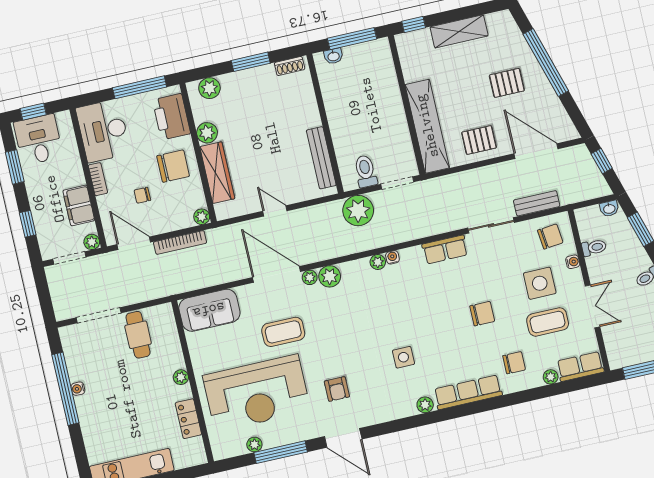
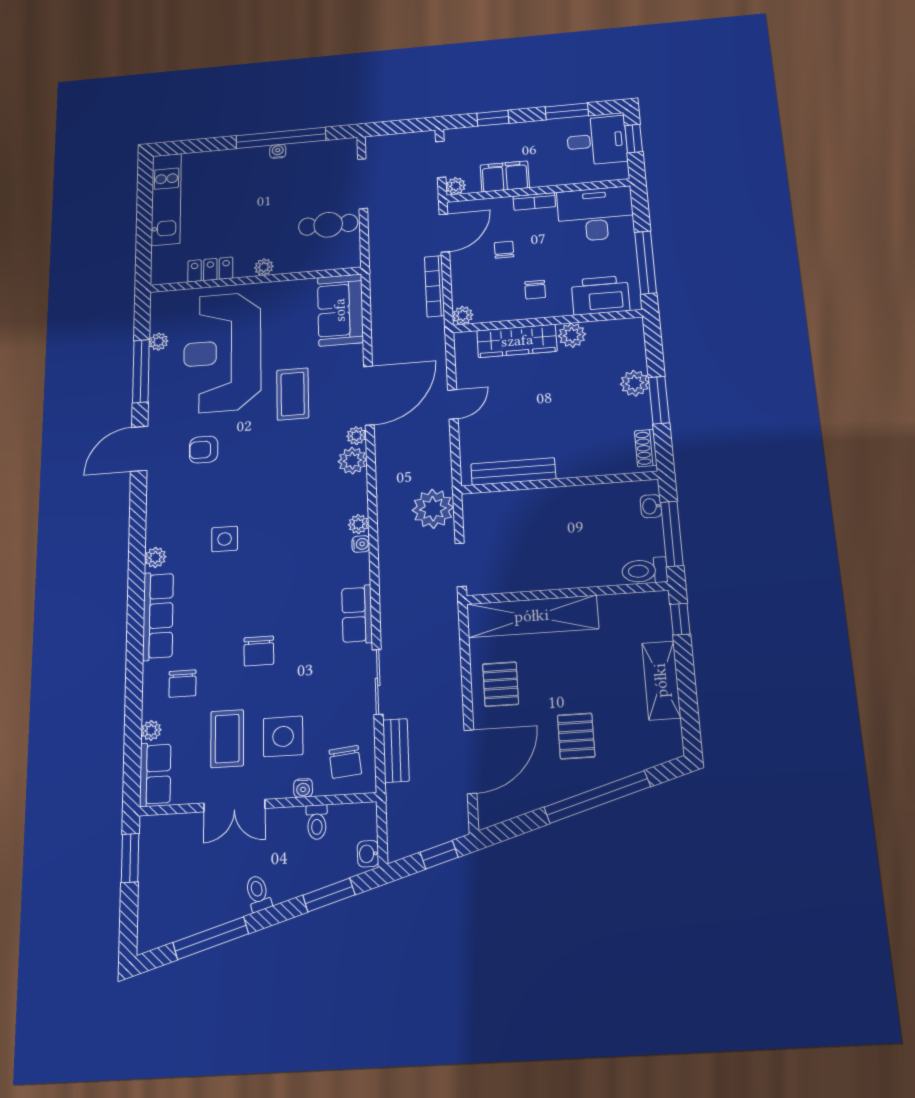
plant: (209, 88) -> (635, 383), moved
chair: (173, 166) -> (535, 290), width x0.54, depth x0.54
toilet: (365, 171) -> (645, 571), moved, turned 180

